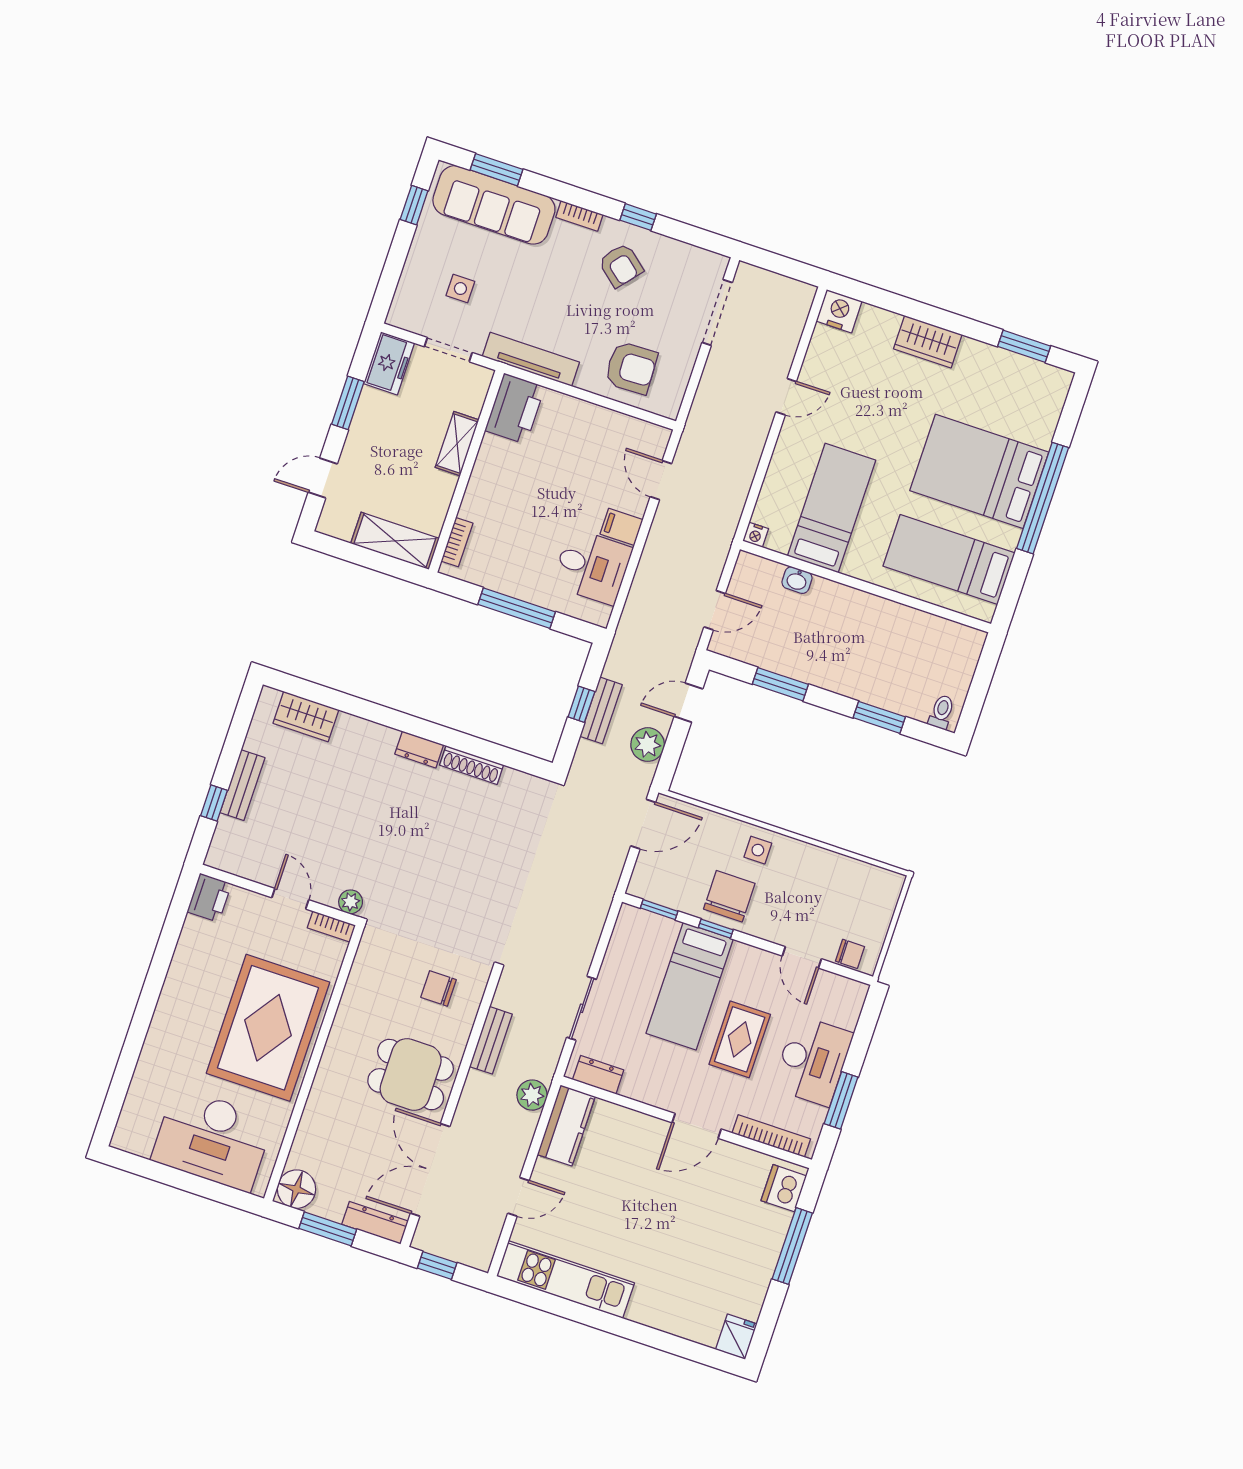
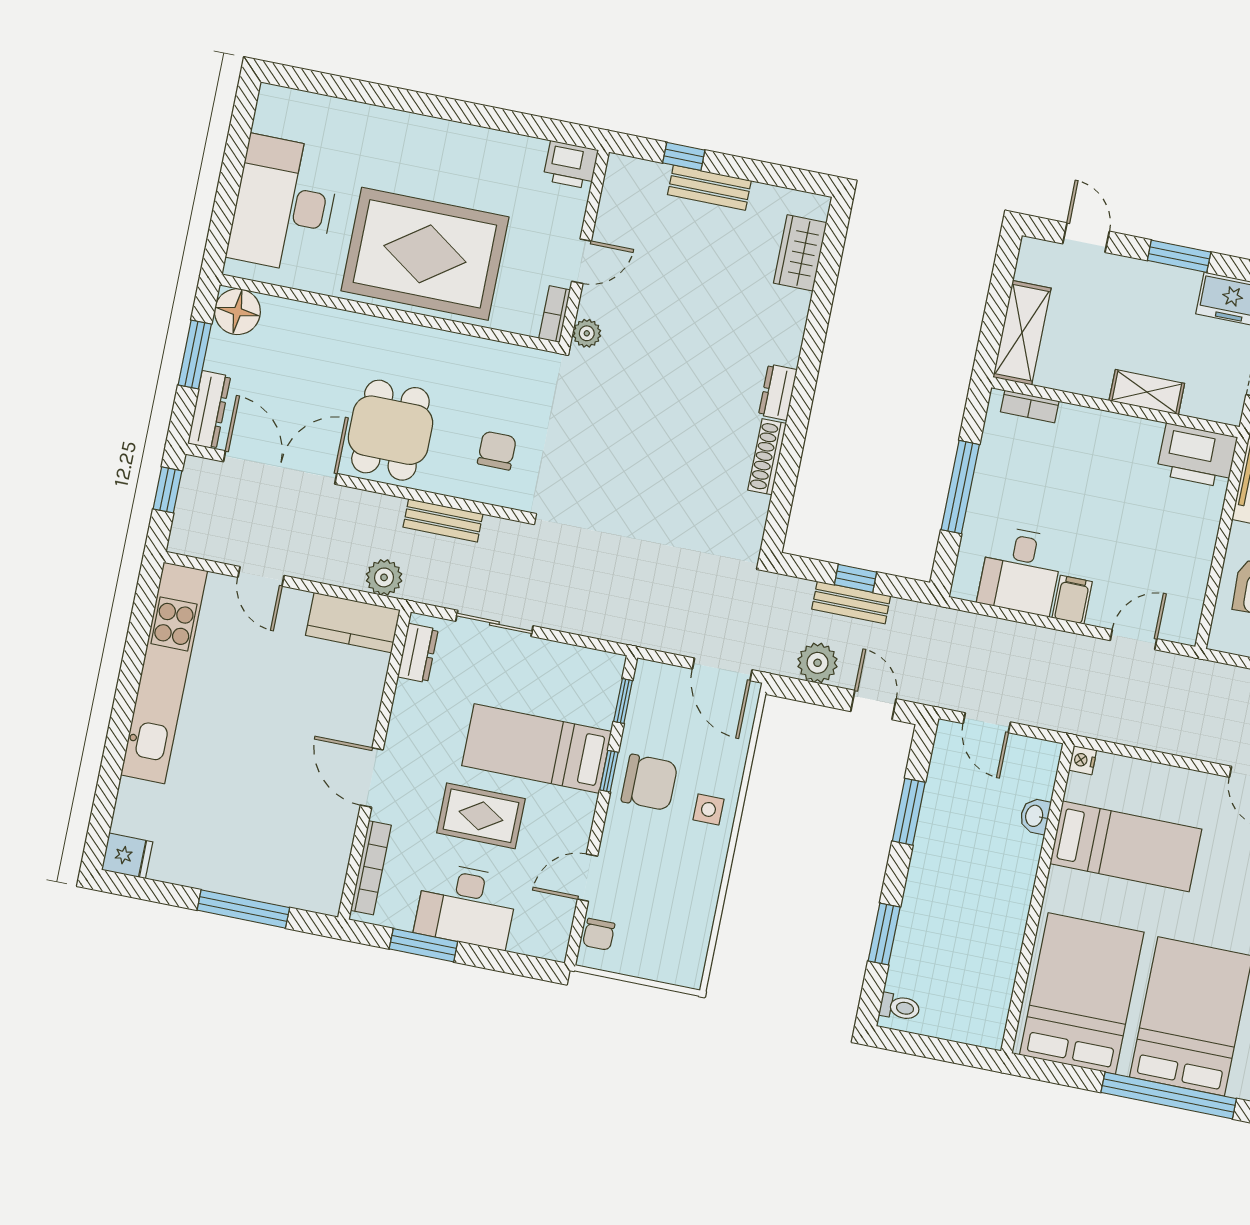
bed: (949, 560) -> (1082, 993), width x1.50
dishwasher: (784, 1188) -> (311, 890), removed
kitchen unit: (565, 1280) -> (164, 673), width x1.36

